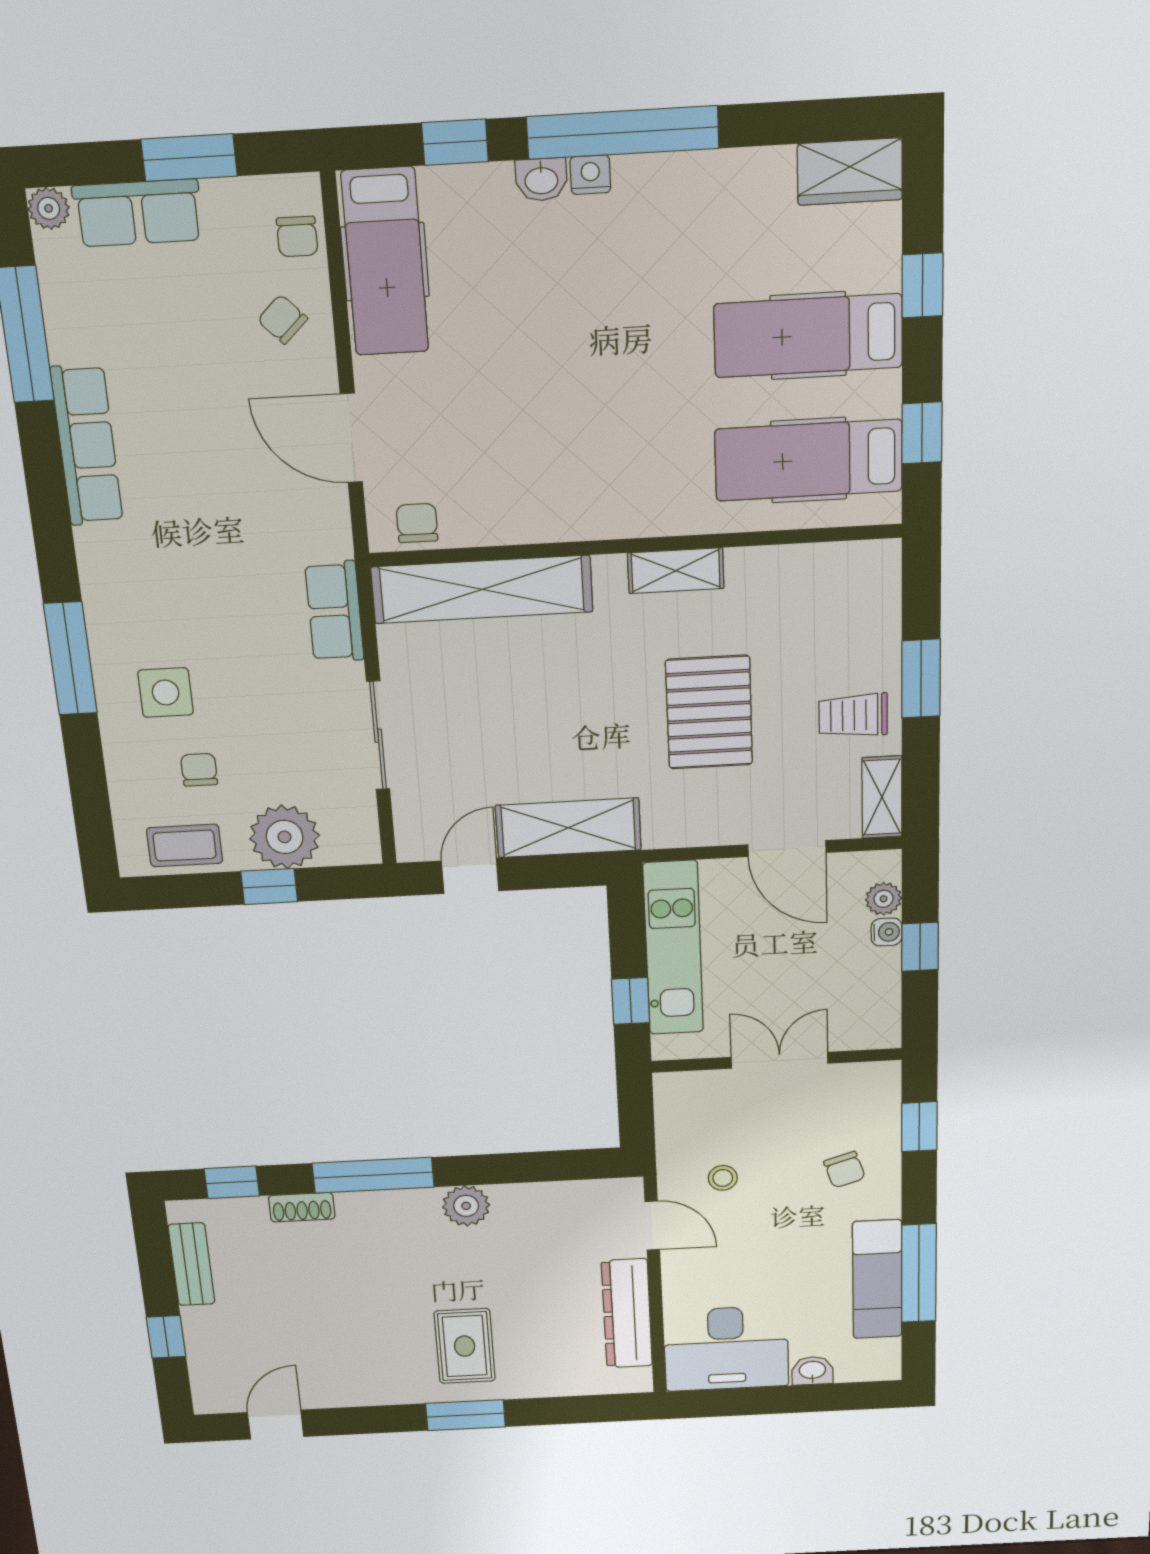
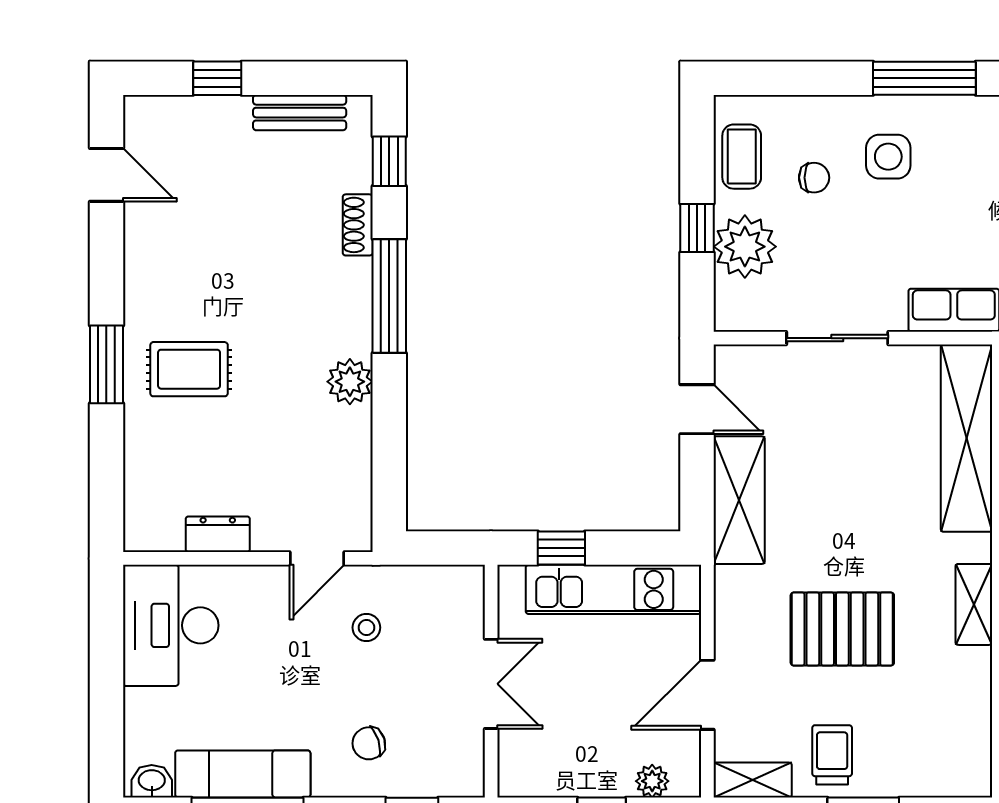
water cooler: (886, 932) -> (618, 784), removed
dresser: (627, 1313) -> (218, 534), width x0.51, depth x0.80
washbasin: (812, 1371) -> (152, 781), moved, turned -90

